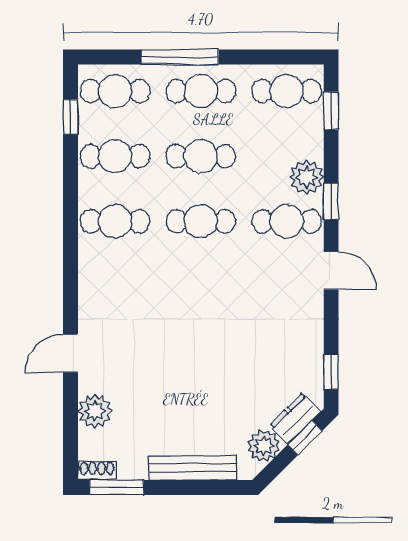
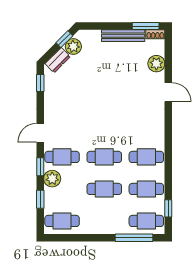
window: (180, 57) -> (134, 238), moved
cafe table: (201, 91) -> (104, 221), removed
window: (331, 111) -> (40, 199), moved
door: (331, 271) -> (40, 133), hinge flipped
door: (71, 353) -> (168, 92), hinge flipped
window: (305, 438) -> (64, 39), moved
bench: (193, 468) -> (123, 36), moved

